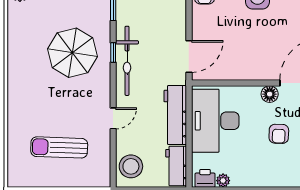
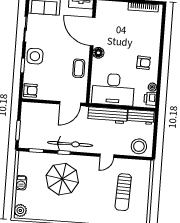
door: (189, 56) -> (70, 103), swing flipped
coffee table: (244, 66) -> (79, 68), added
door: (113, 118) -> (107, 156), swing flipped
armchair: (279, 134) -> (143, 63), moved

